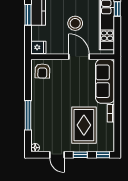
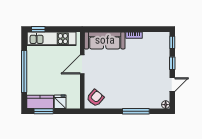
stool: (75, 23) -> (52, 68), removed
fridge: (38, 47) -> (60, 102), moved
armchair: (42, 71) -> (95, 98), turned -52
rug: (84, 125) -> (145, 60), removed

